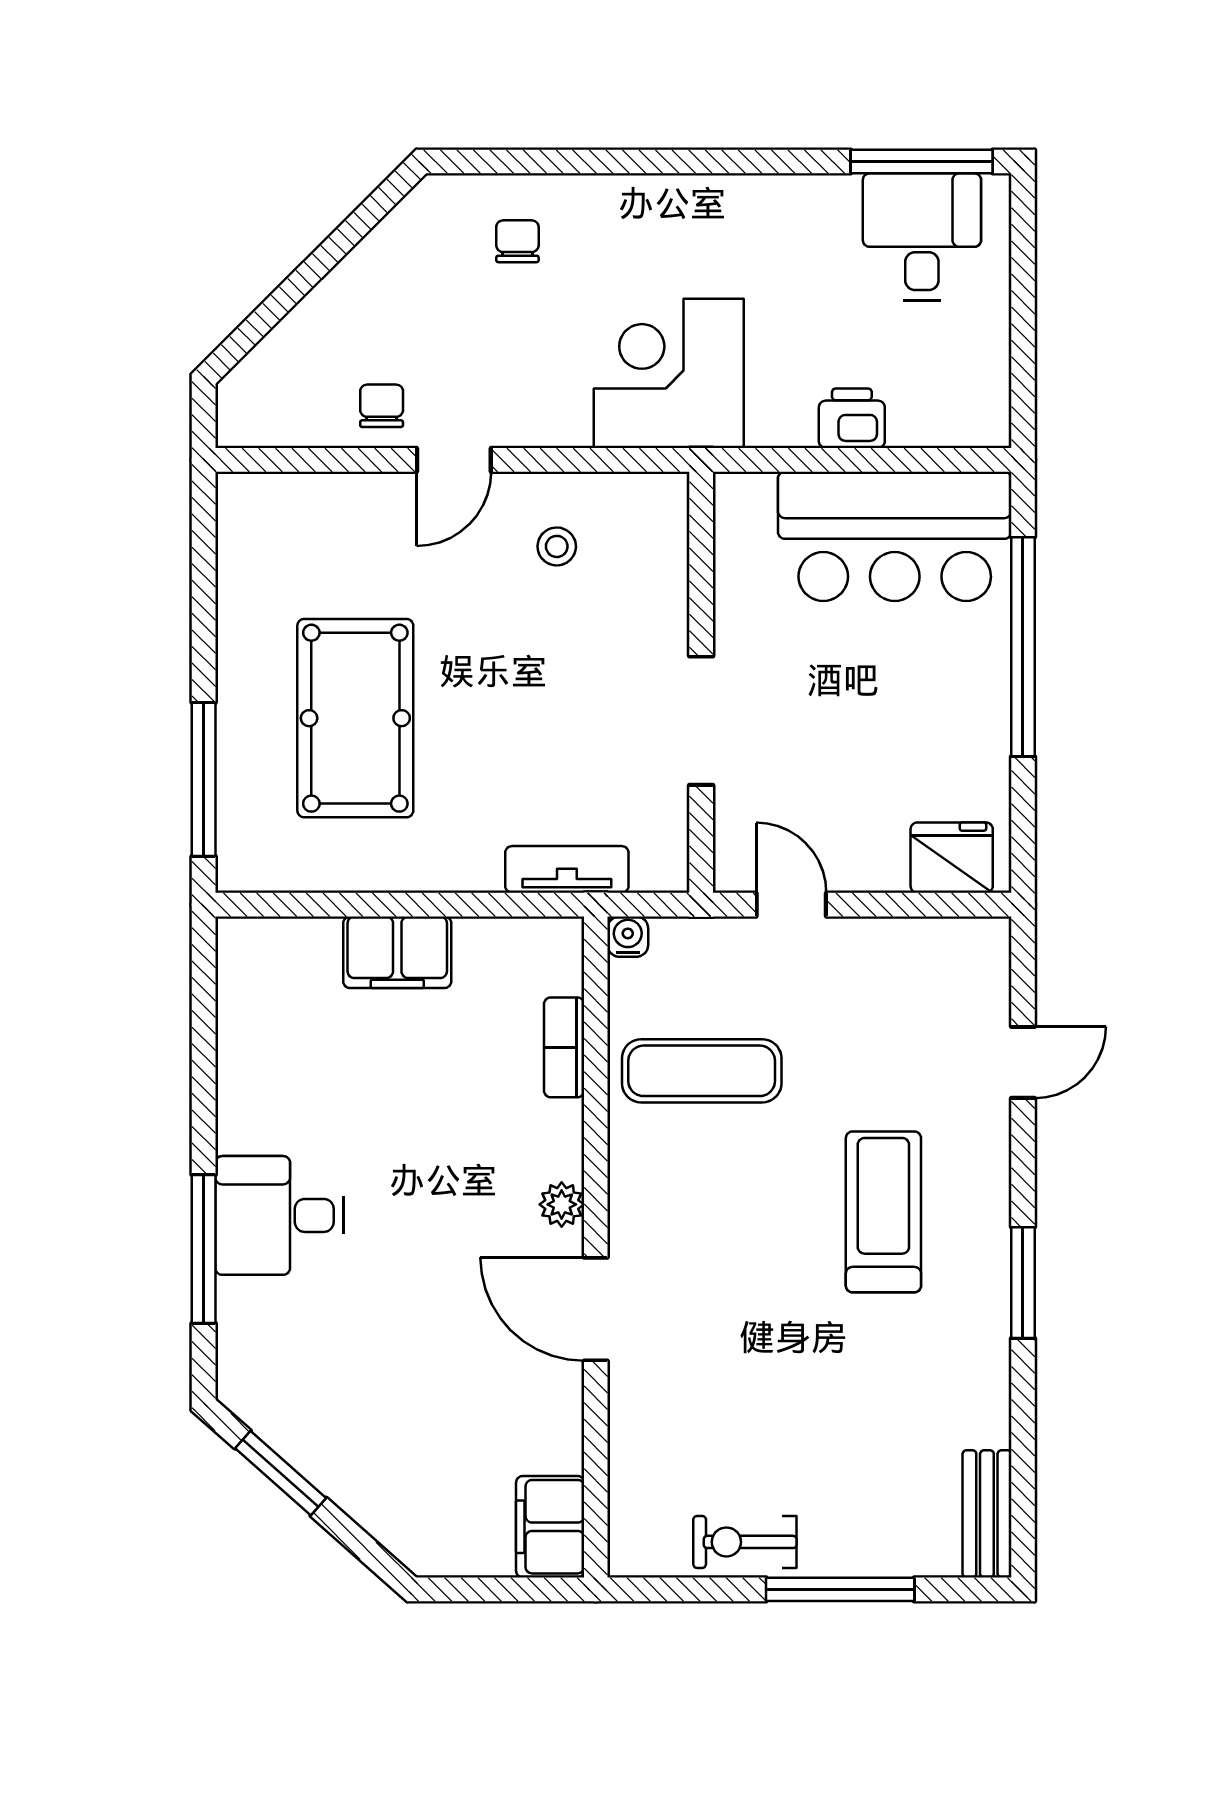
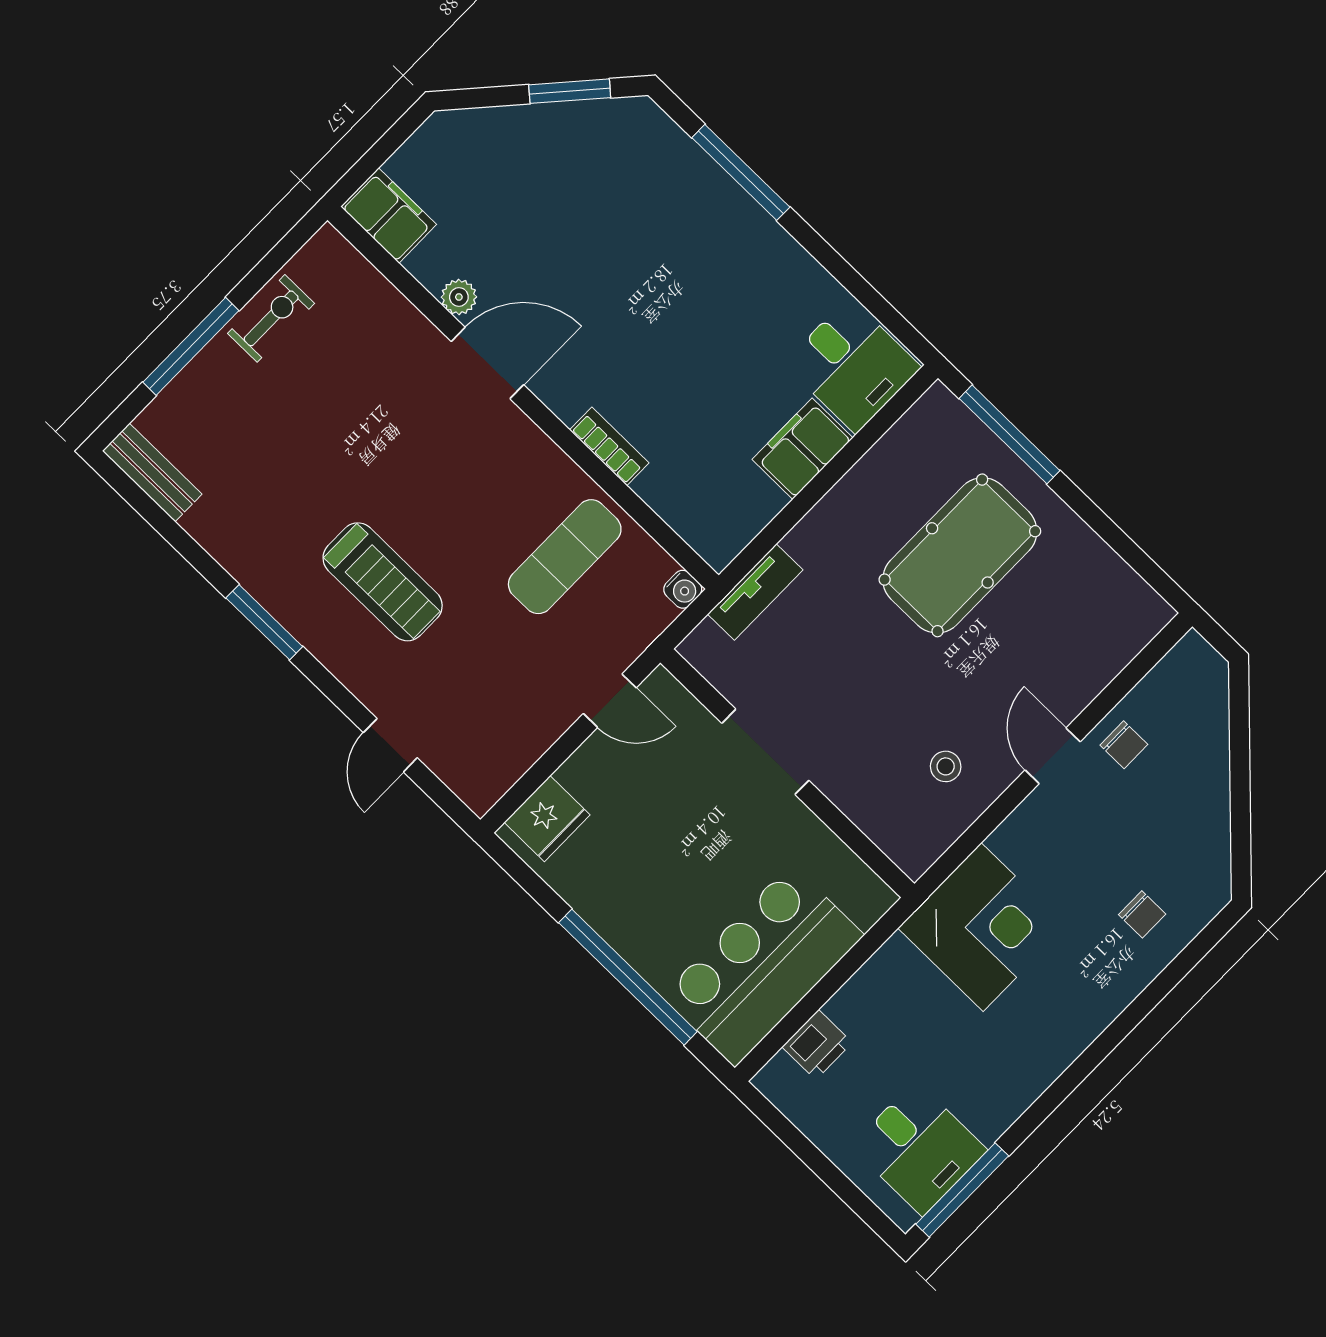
printer: (852, 418) -> (817, 1045), moved
pool table: (355, 718) -> (960, 555), turned 90
bookcase: (564, 1047) -> (609, 446), moved
plant: (562, 1204) -> (459, 297), moved
desk: (280, 1215) -> (852, 365), moved, turned 90

